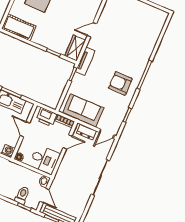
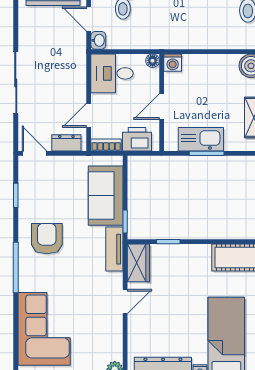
corner sofa: (143, 34) -> (44, 329), added
armchair: (120, 83) -> (47, 239), turned -90
sofa: (83, 111) -> (106, 196), moved, turned 90
door: (25, 129) -> (162, 106), swing flipped
door: (107, 134) -> (34, 153), hinge flipped

